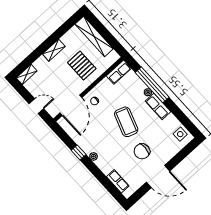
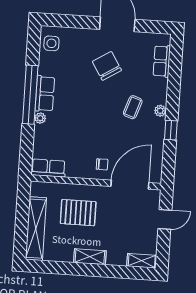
pallet: (82, 66) -> (78, 213), turned 90
window: (152, 85) -> (30, 95), moved
door: (36, 106) -> (165, 219), swing flipped
coffee table: (126, 122) -> (133, 107), moved, width x0.54, depth x0.58
chair: (142, 151) -> (107, 66), turned -125

